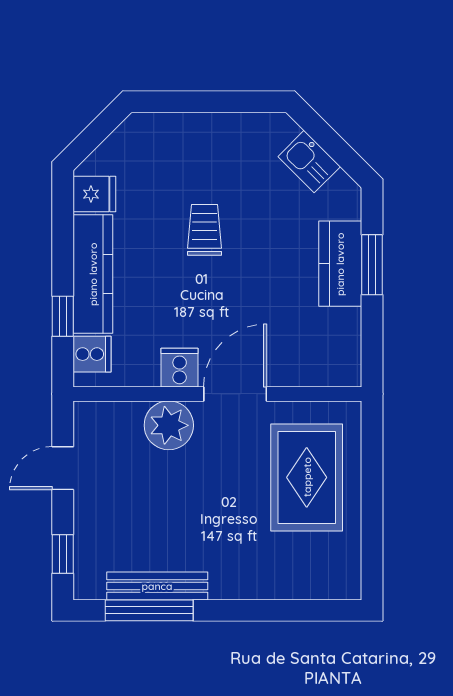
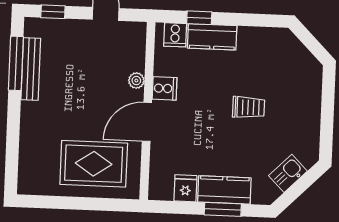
fridge: (94, 194) -> (185, 188), moved, turned 180
kitchen counter: (93, 274) -> (212, 37), width x0.67
door: (235, 394) -> (147, 122), swing flipped
plant: (169, 425) -> (136, 81), width x0.53, depth x0.53

